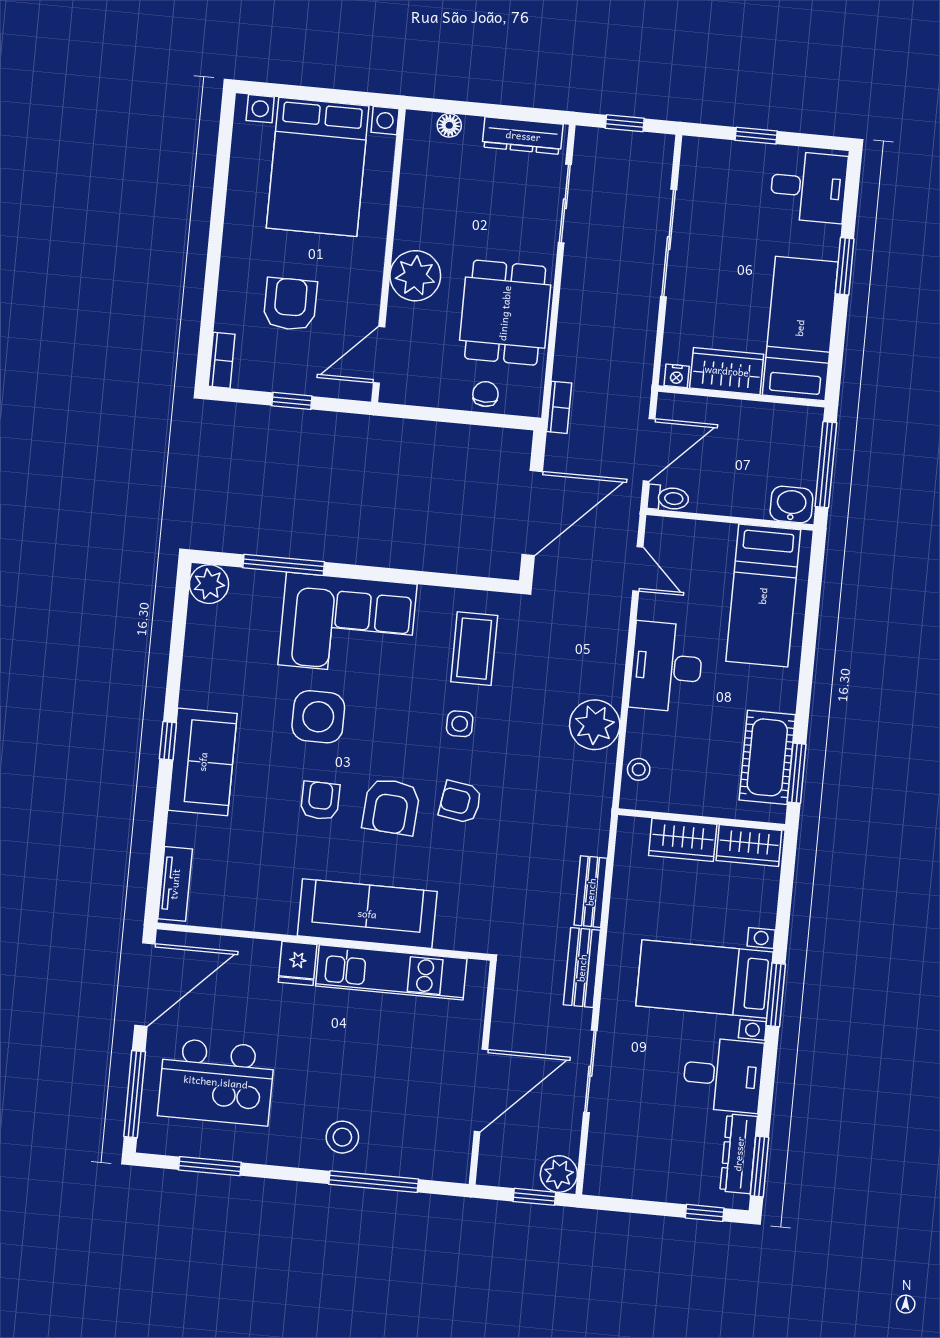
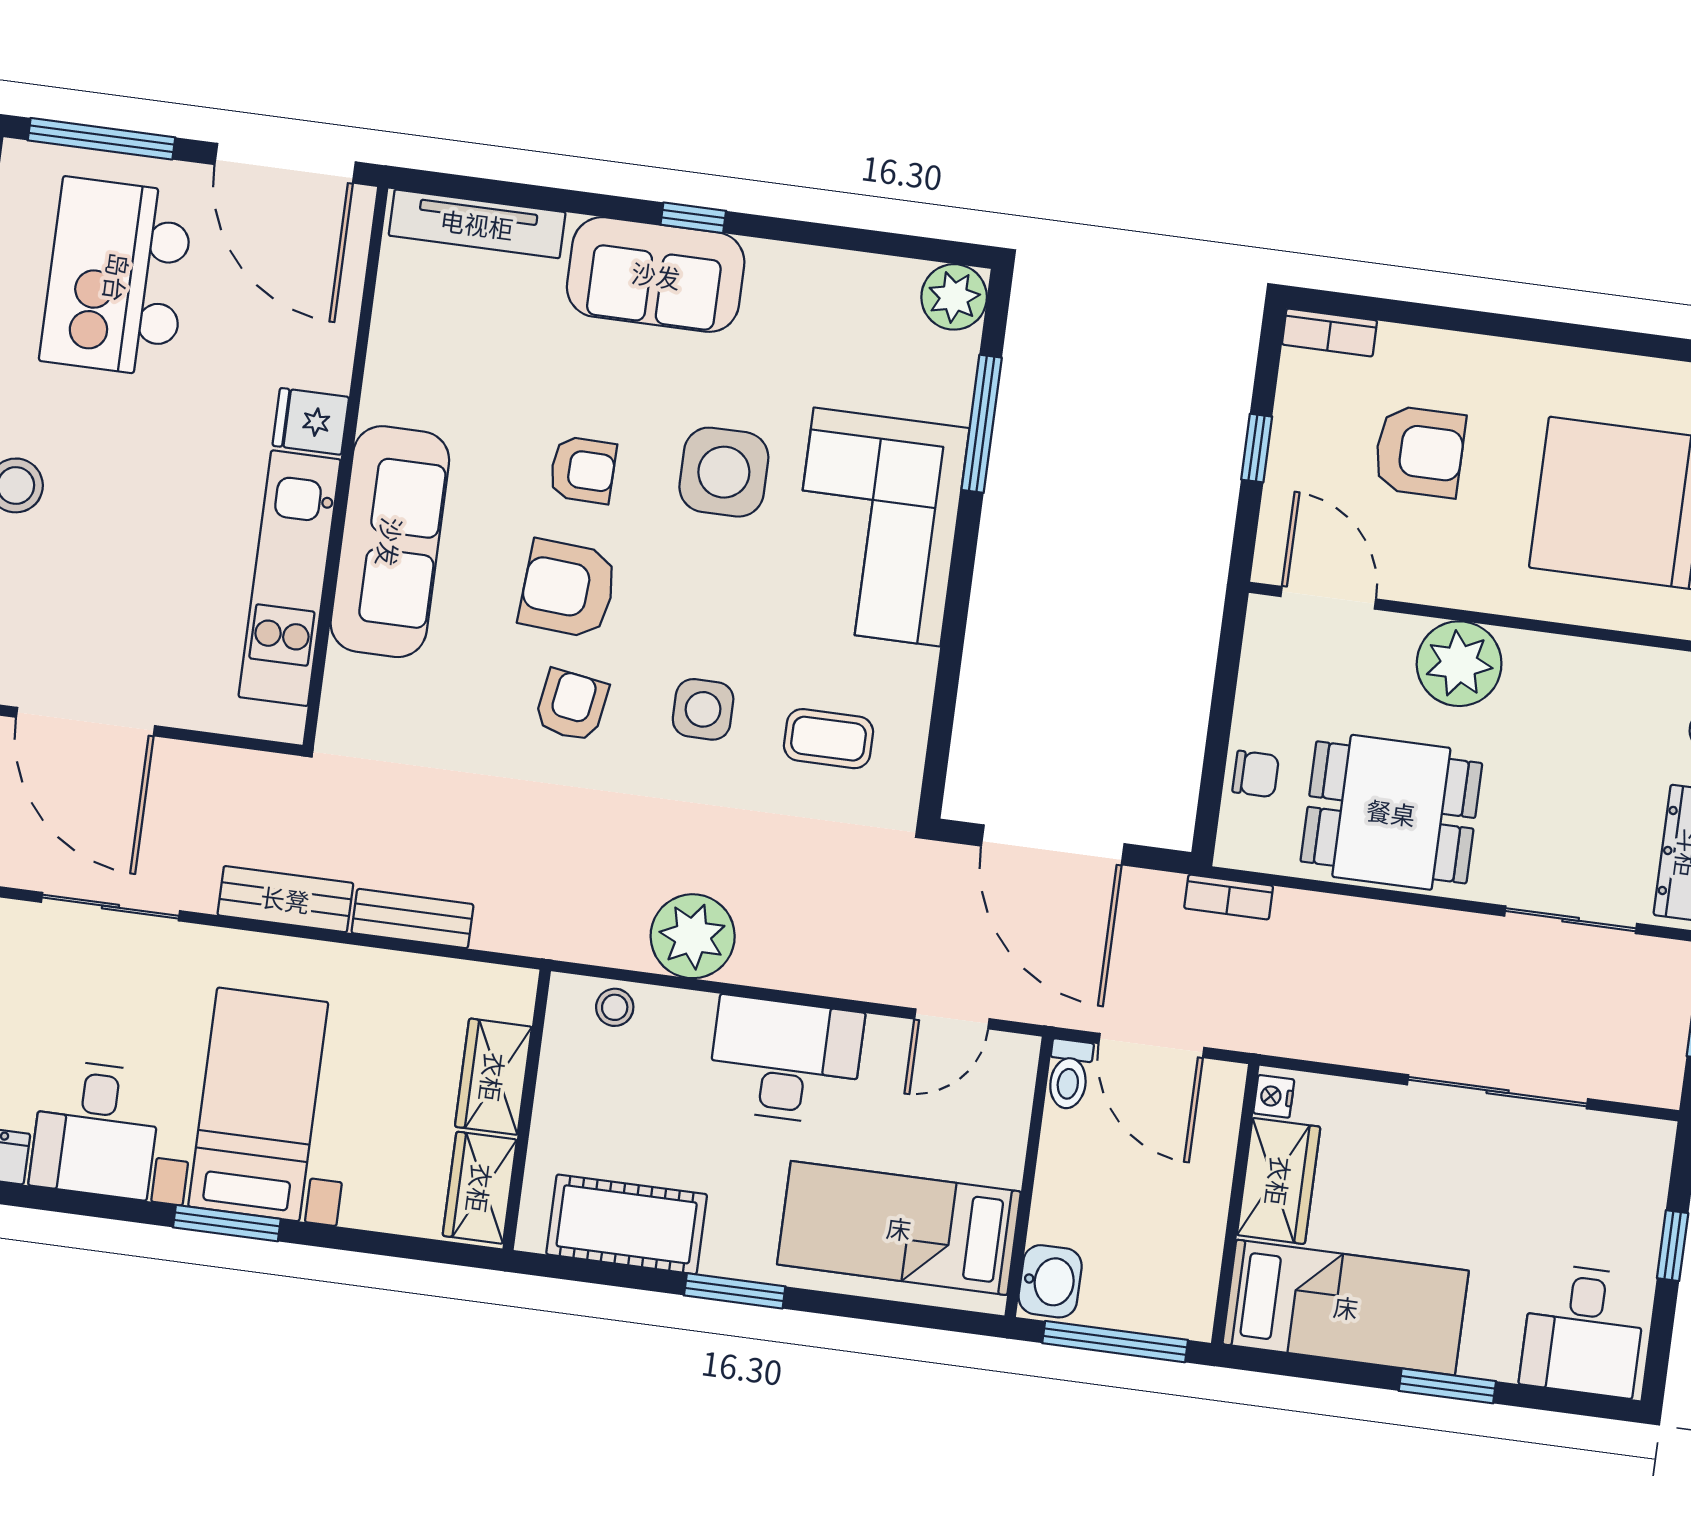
coffee table: (474, 649) -> (828, 739), width x0.73, depth x0.77
side table: (460, 724) -> (703, 709), width x1.37, depth x1.37
window: (797, 773) -> (735, 1291), moved
tv unit: (175, 884) -> (477, 224), width x1.41

